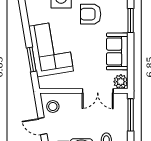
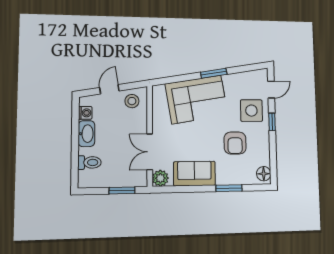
armchair: (91, 14) -> (235, 143), turned 180
window: (31, 59) -> (214, 73), moved
window: (131, 115) -> (122, 190), width x0.69

